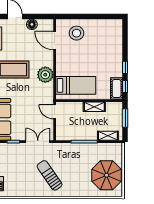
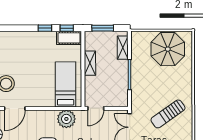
plant: (45, 75) -> (66, 119), moved

